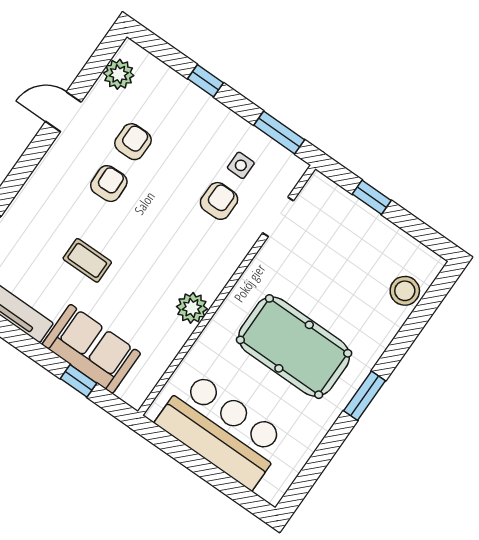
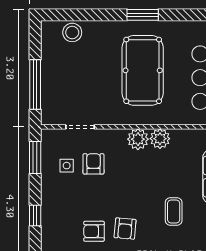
armchair: (109, 184) -> (125, 229), turned -83
window: (372, 197) -> (35, 85), width x2.17
armchair: (219, 201) -> (93, 164), turned 90
plant: (211, 279) -> (138, 139), added

